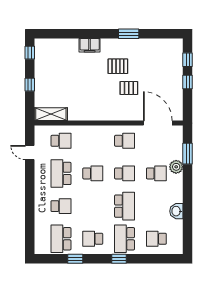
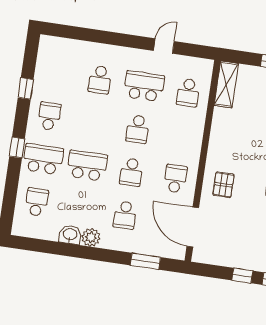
pallet: (129, 88) -> (224, 185), moved
door: (158, 123) -> (193, 227), swing flipped
school desk: (125, 141) -> (175, 179), turned 180
door: (30, 153) -> (164, 46), moved
plant: (176, 167) -> (91, 237), moved
school desk: (125, 206) -> (87, 166), turned 180
school desk: (61, 239) -> (56, 73), removed

